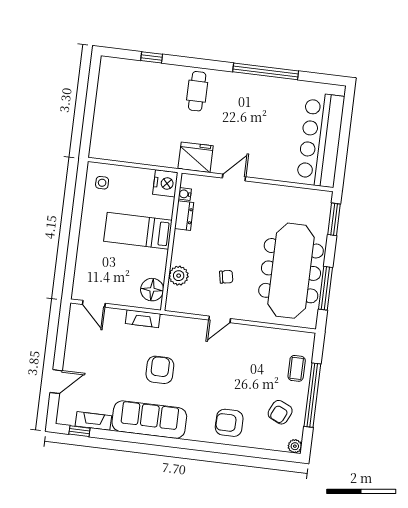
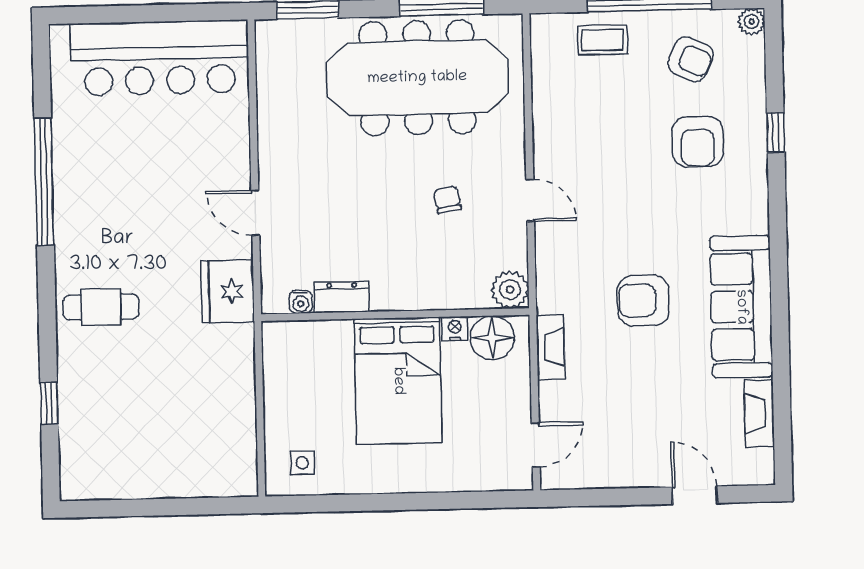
nightstand: (165, 183) -> (455, 329), moved, width x0.53, depth x0.56
bed: (138, 231) -> (398, 381), width x1.50
plant: (179, 276) -> (510, 290), moved
armchair: (229, 423) -> (698, 142), moved
window: (79, 431) -> (776, 133), moved

